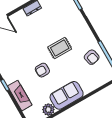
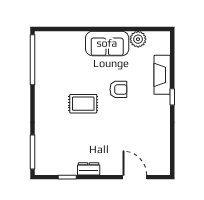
armchair: (92, 57) -> (52, 71), removed

